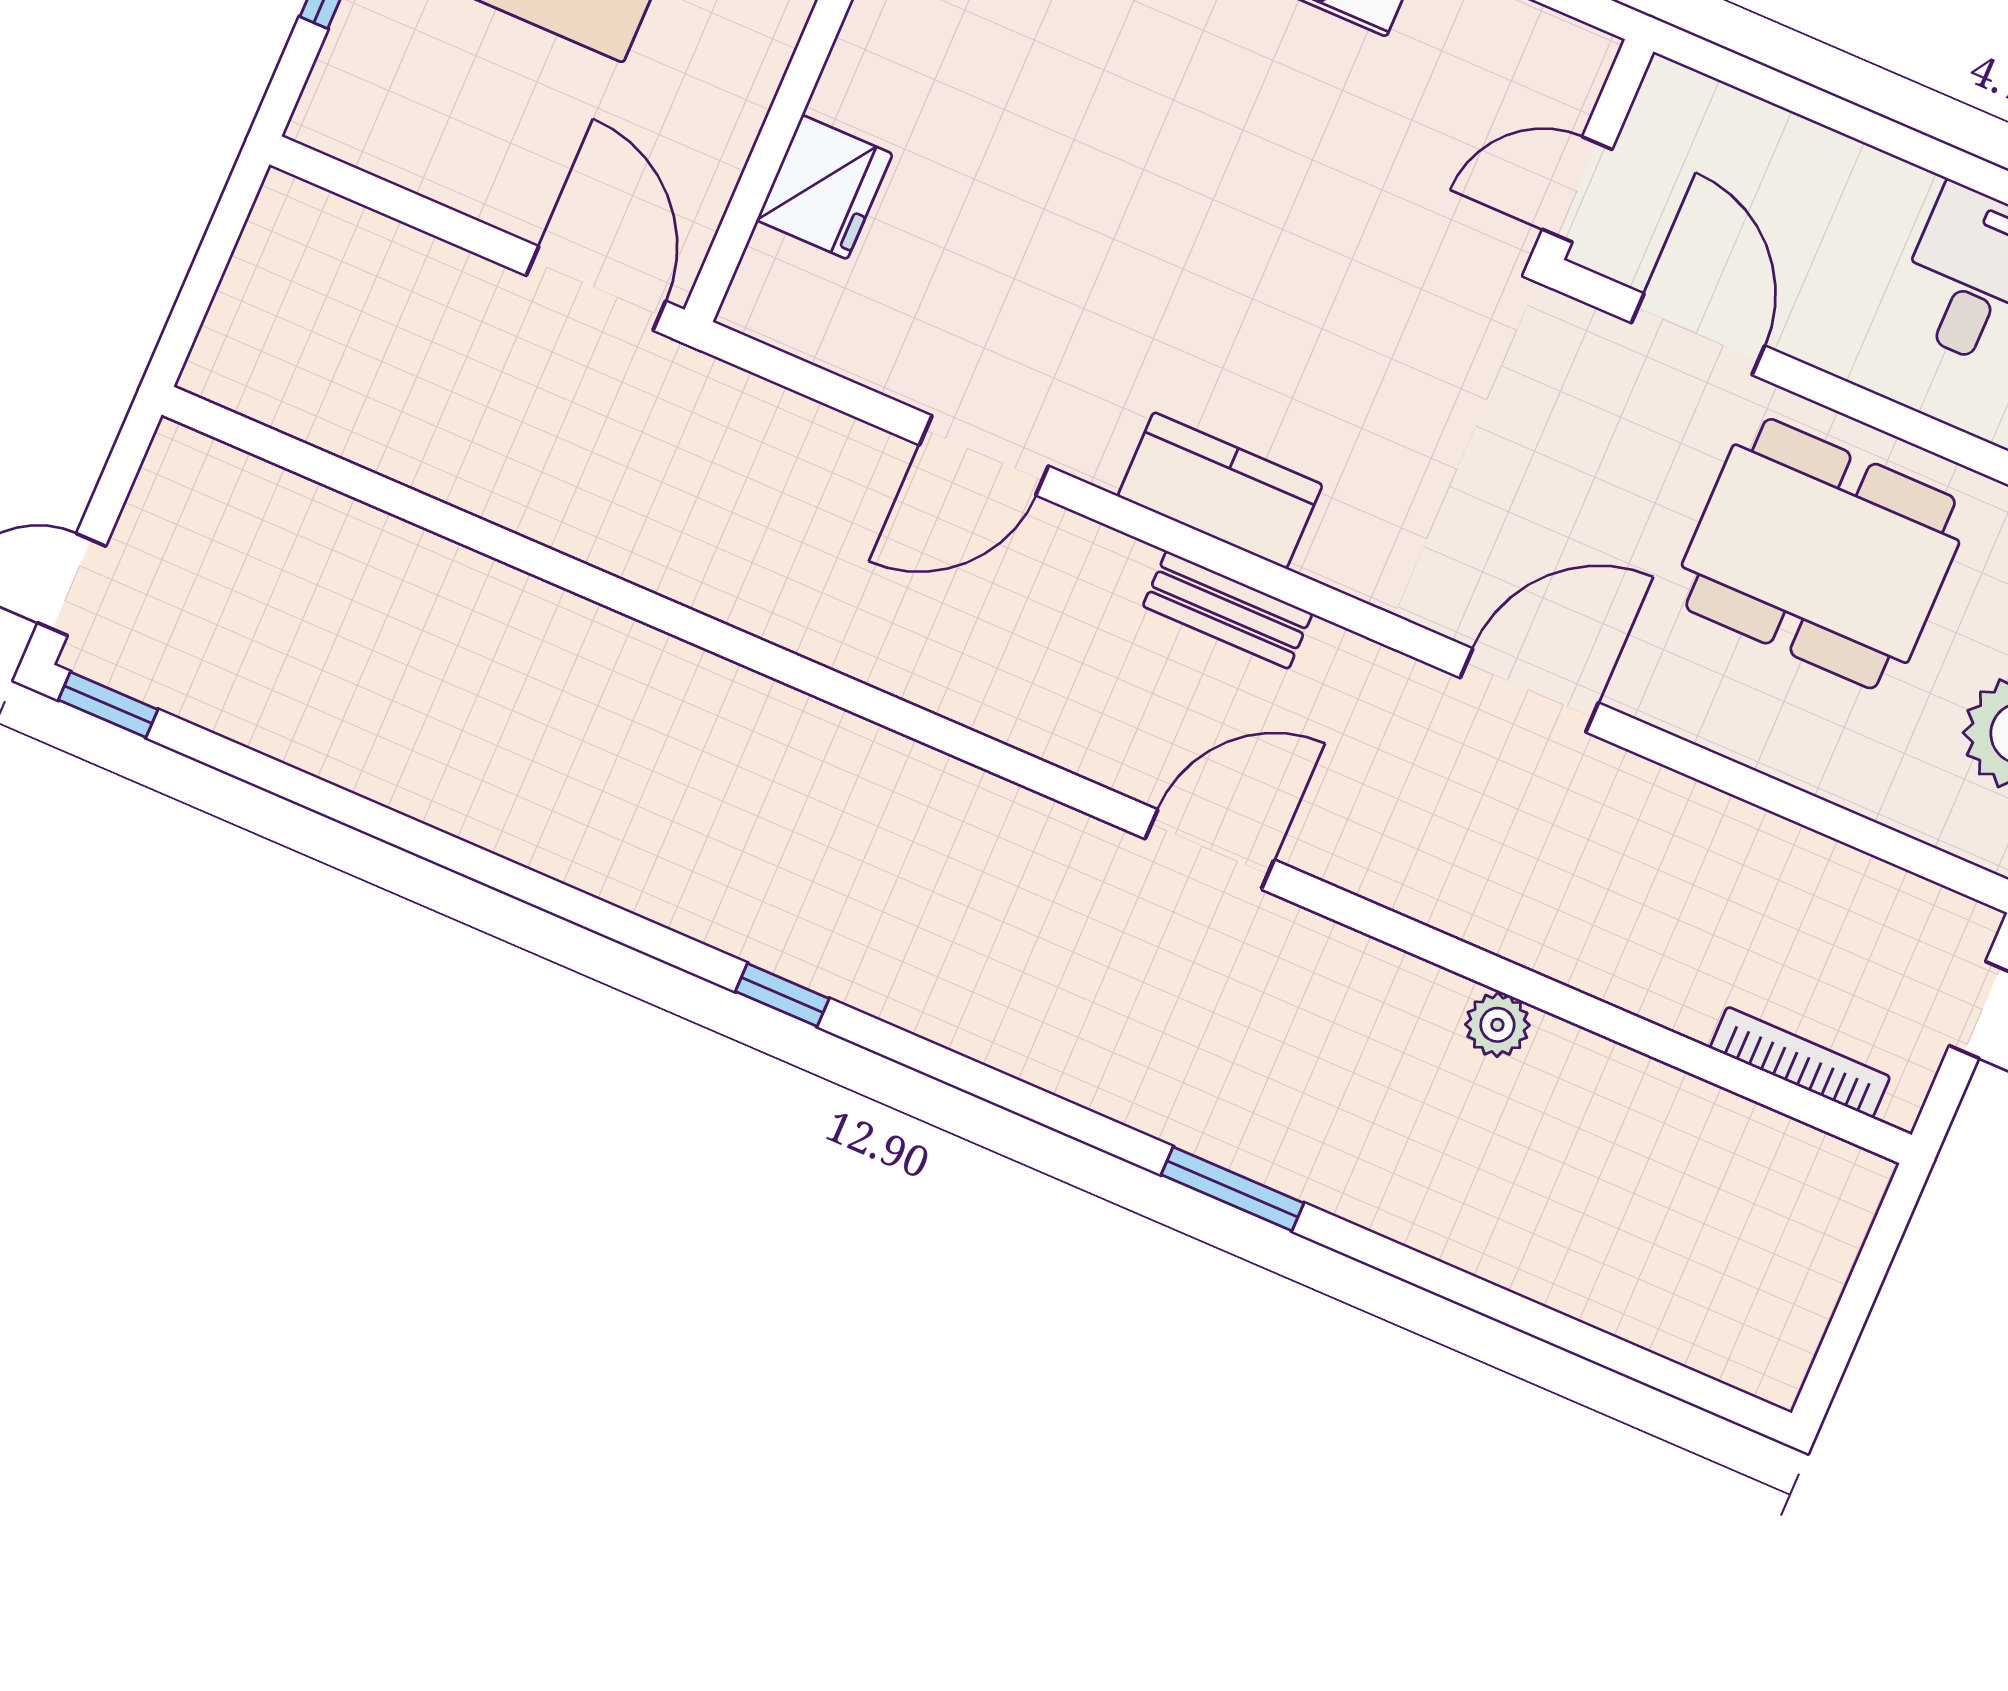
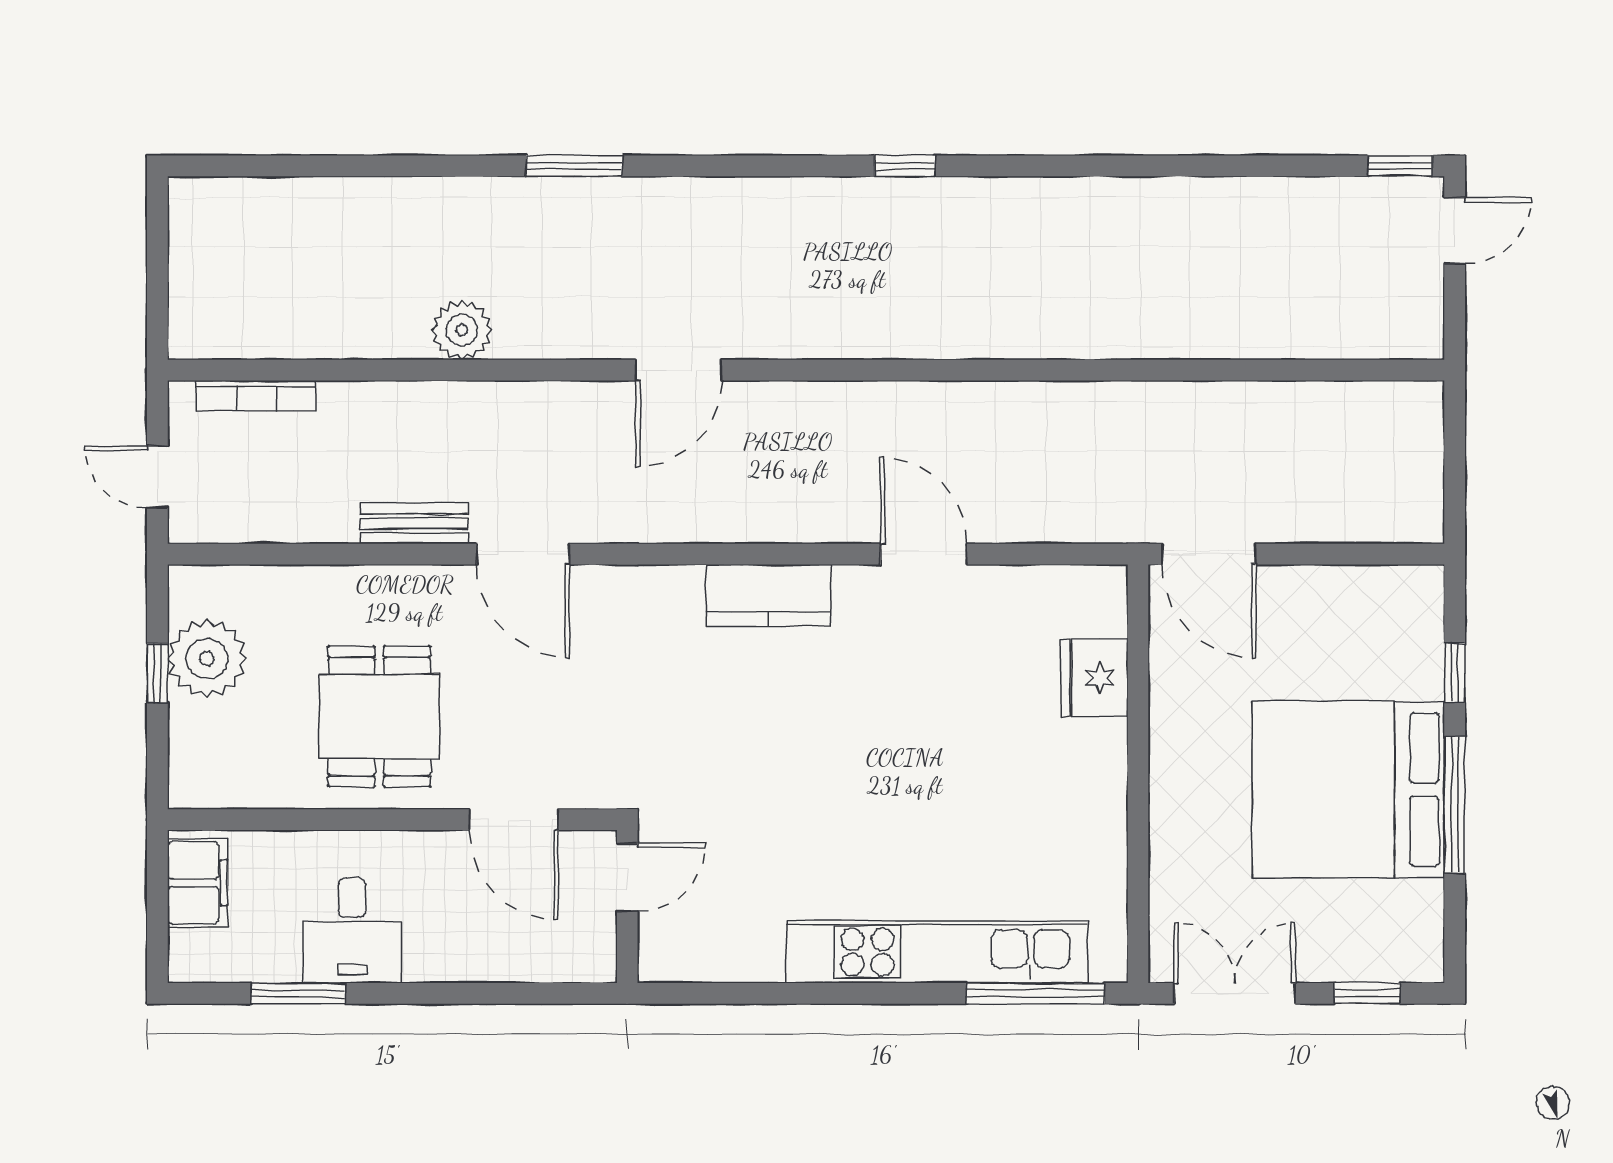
door: (984, 455) -> (924, 554), hinge flipped
dining table: (1821, 554) -> (379, 716), width x0.73
bench: (1228, 610) -> (414, 523), moved
door: (1529, 690) -> (523, 554), hinge flipped
plant: (1497, 1025) -> (462, 330), width x1.38, depth x1.38

